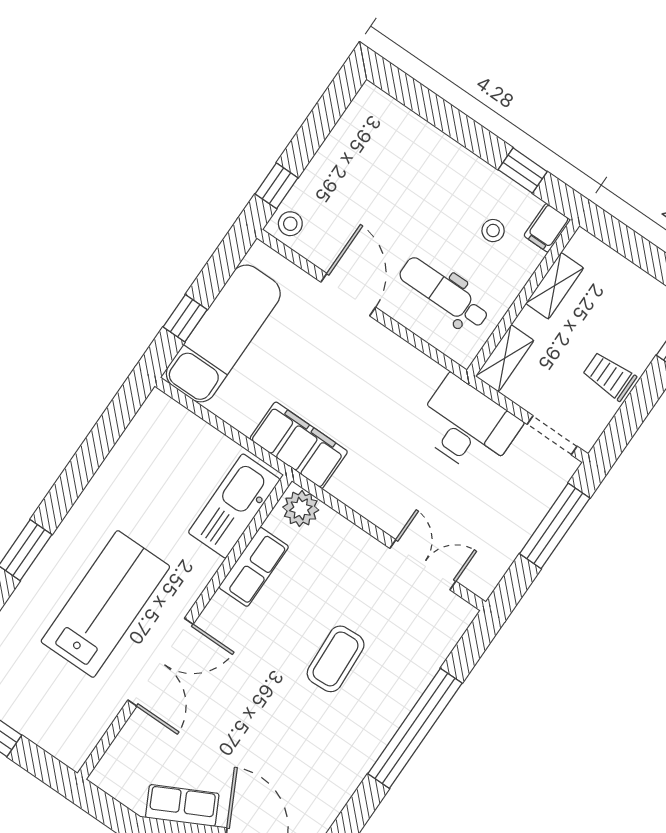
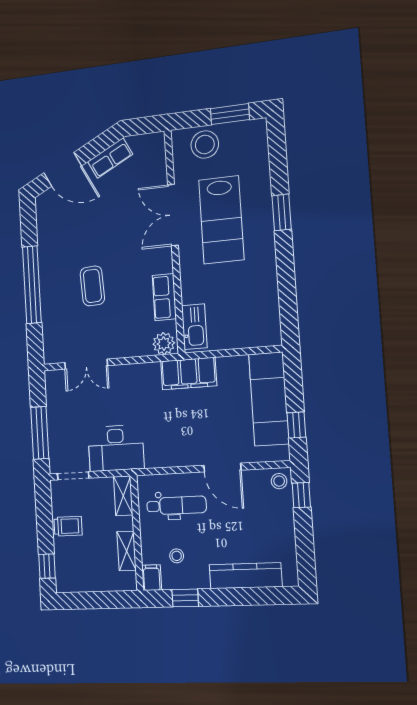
kitchen counter: (423, 141) -> (246, 576), added
window: (185, 318) -> (296, 425), moved
kitchen sink: (234, 506) -> (194, 327), width x0.73, depth x0.81
stool: (50, 717) -> (205, 144), added

